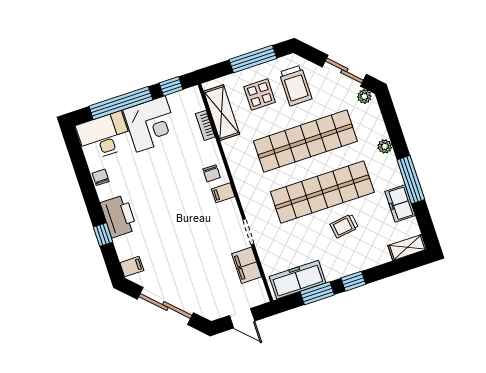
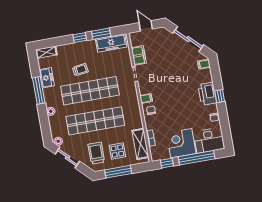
window: (103, 235) -> (220, 96), moved

